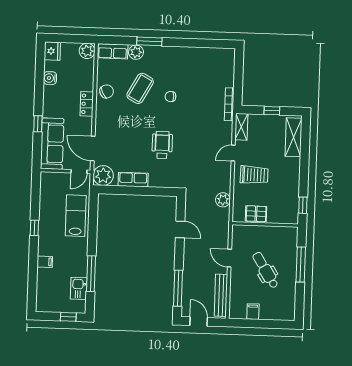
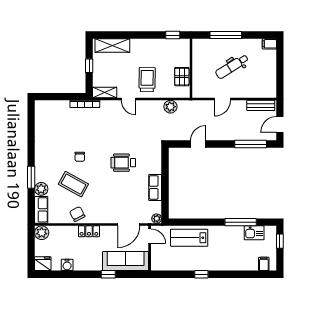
plant: (103, 176) -> (157, 219), width x0.53, depth x0.53
filing cabinet: (45, 262) -> (264, 264), moved
bench: (221, 295) -> (261, 105), width x0.73
filing cabinet: (253, 312) -> (269, 44), moved

